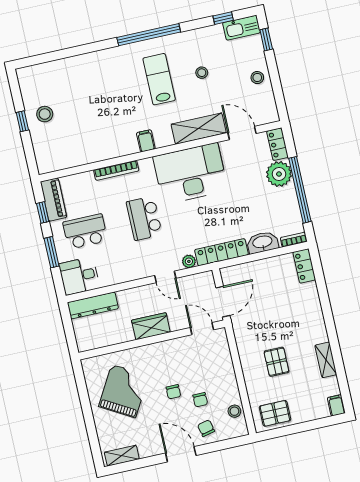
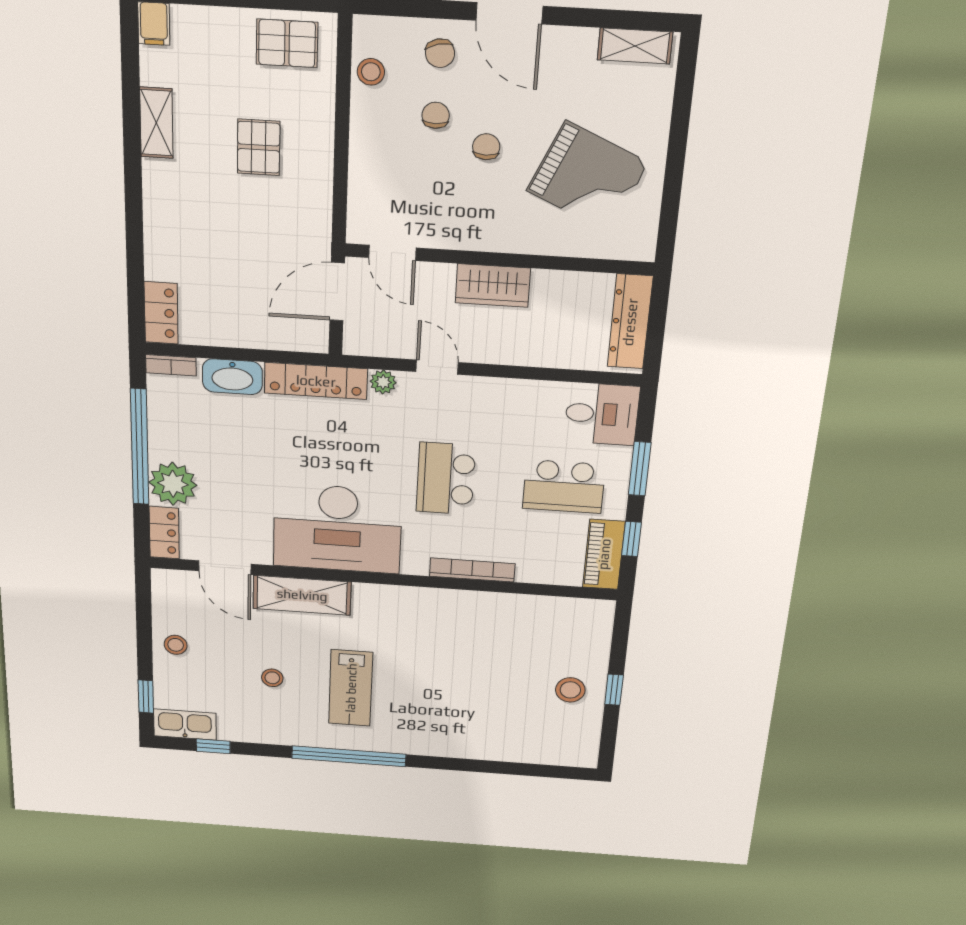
filing cabinet: (146, 141) -> (403, 602), removed
school desk: (144, 218) -> (446, 479), turned 180
dresser: (93, 305) -> (630, 322), moved, turned -90
grand piano: (124, 391) -> (587, 177), turned -96

